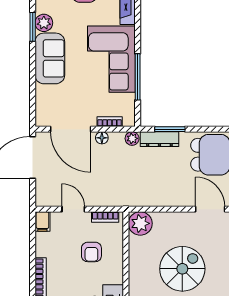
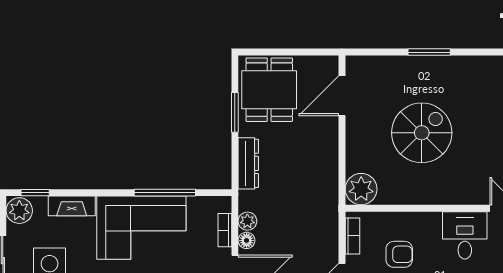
window: (170, 129) -> (235, 112), moved
plant: (132, 138) -> (247, 221), moved
spiral stairs: (182, 269) -> (422, 133), turned 90

